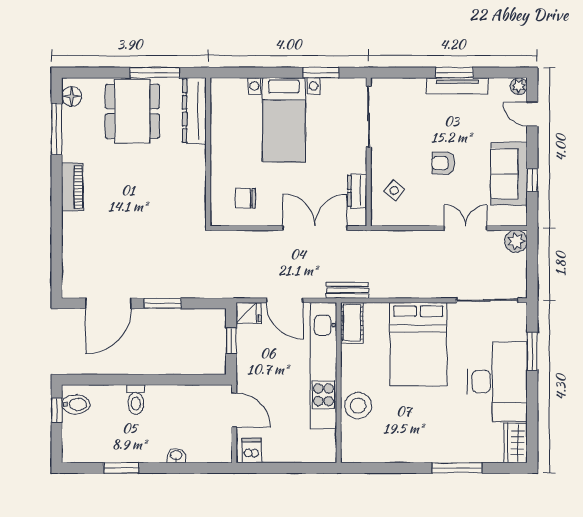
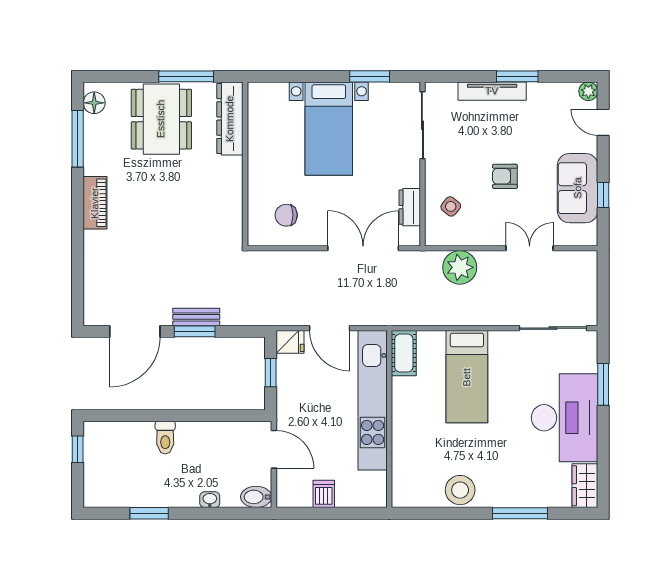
tv unit: (457, 86) -> (492, 91), moved
plant: (516, 241) -> (460, 267), moved, width x1.36, depth x1.36
bench: (347, 290) -> (196, 317), moved
bed: (418, 344) -> (467, 377), width x0.67
bidet: (76, 404) -> (256, 497), moved, turned 180
stool: (358, 406) -> (460, 490), moved
dishwasher: (251, 450) -> (324, 494), moved

